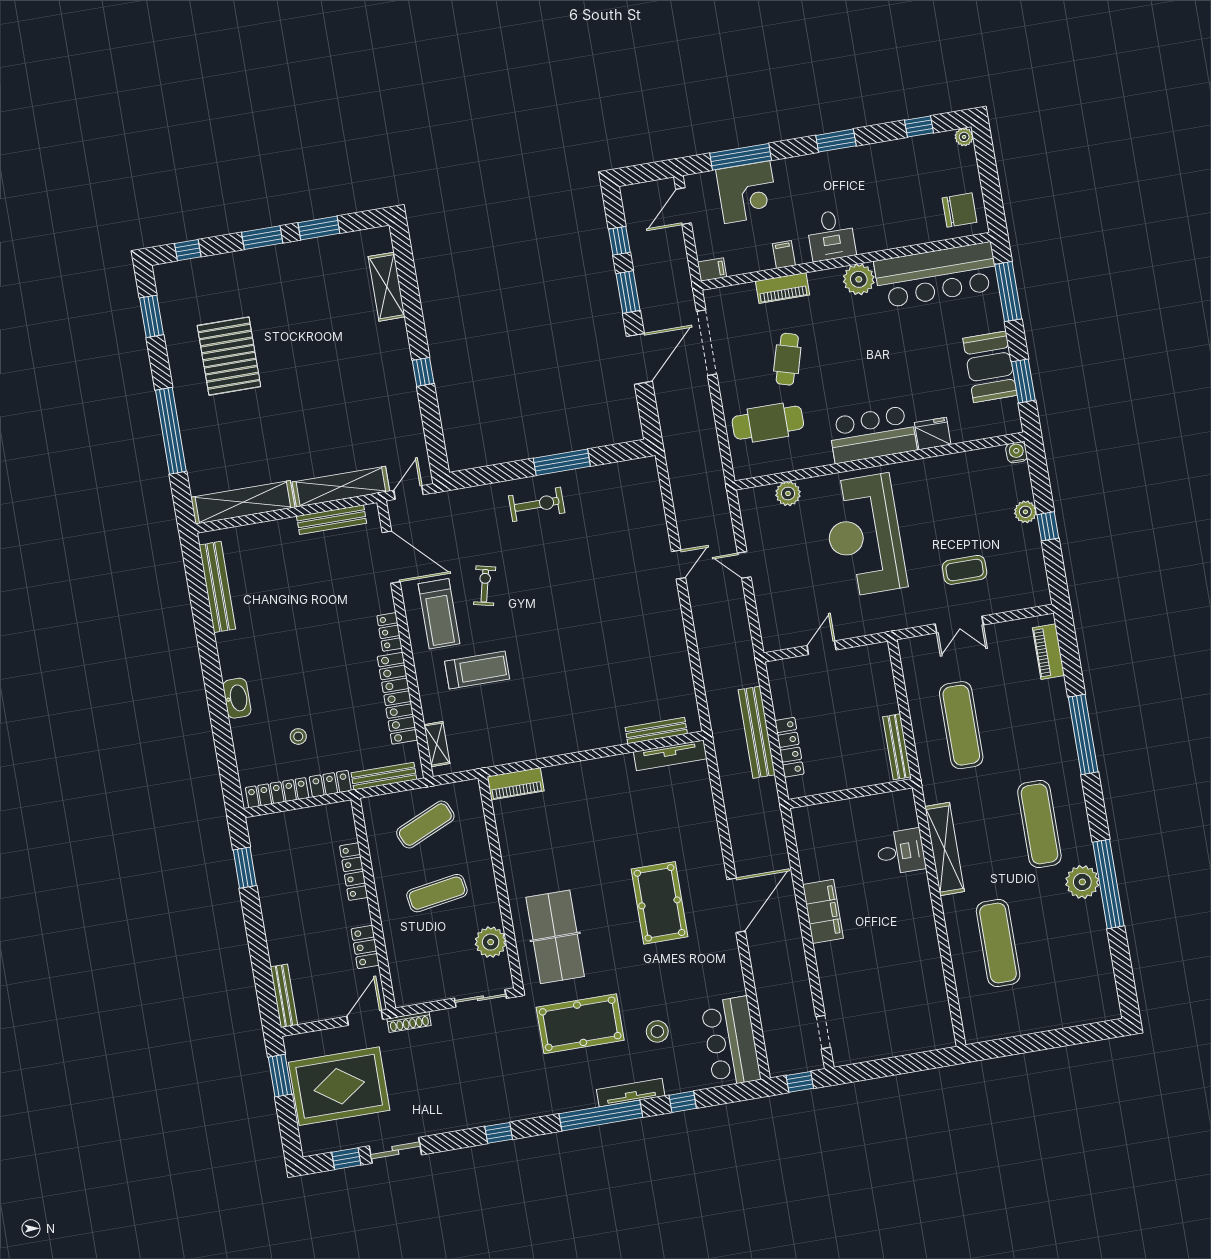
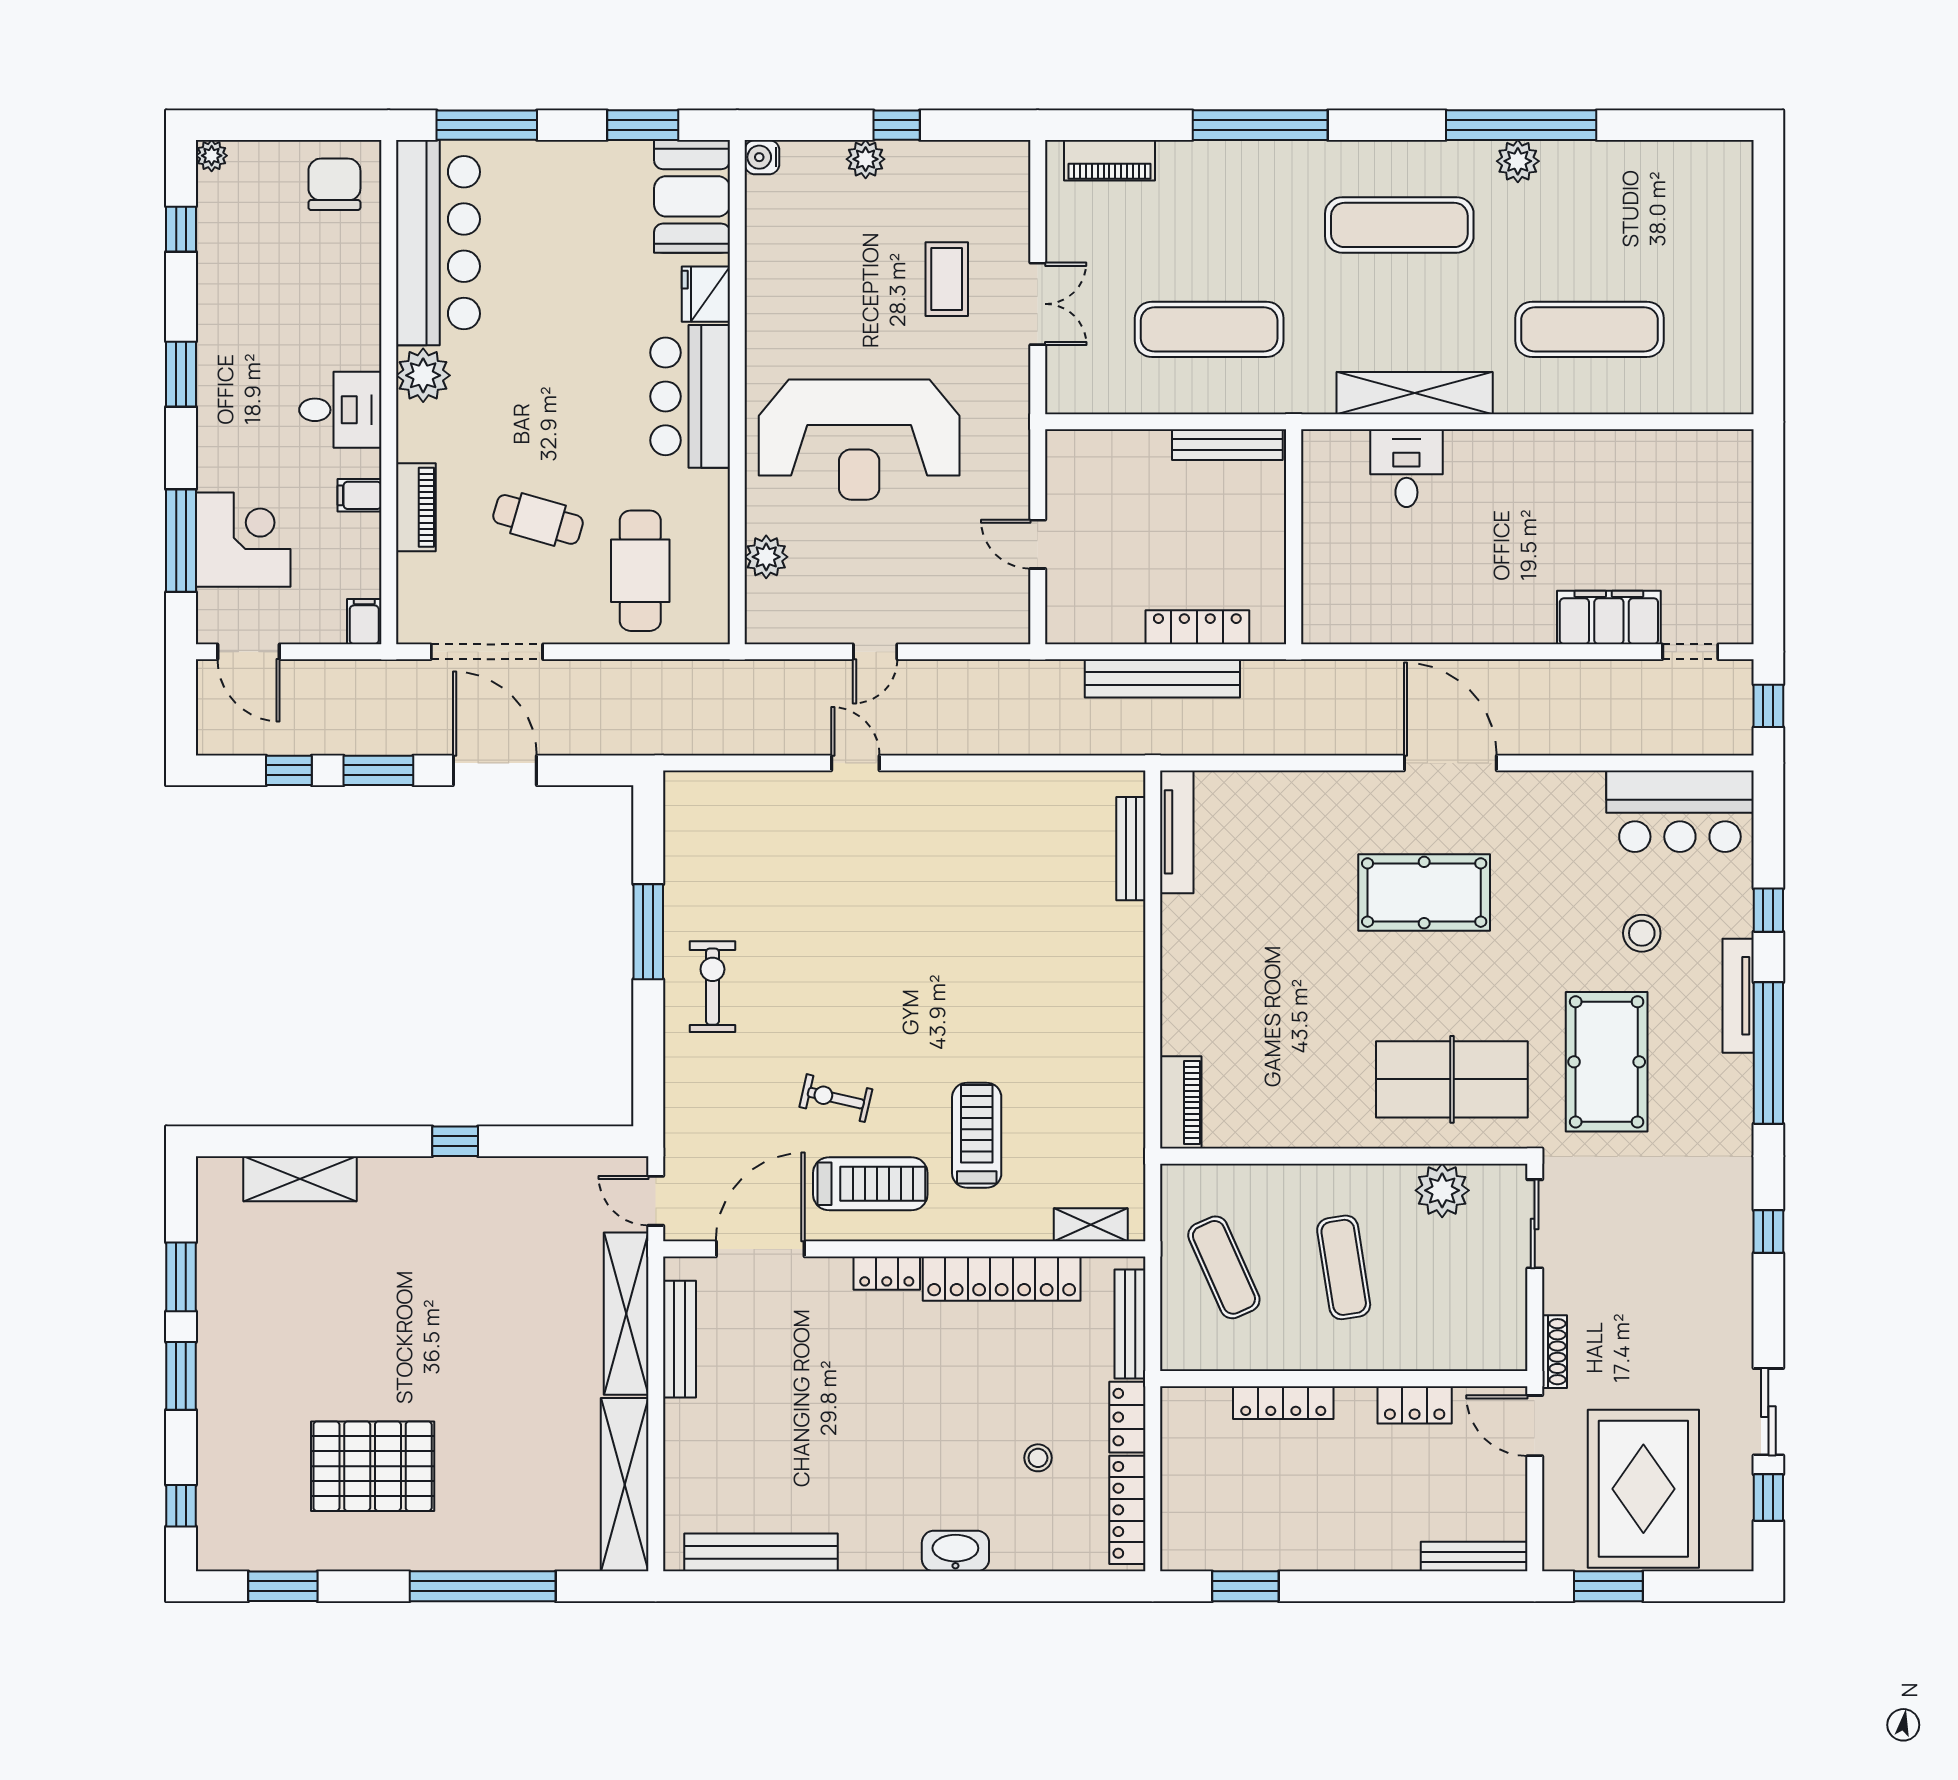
booth: (990, 367) -> (692, 196), moved, turned 90
plant: (1082, 882) -> (1518, 161), width x0.73, depth x0.73
filing cabinet: (823, 911) -> (1609, 617), moved

